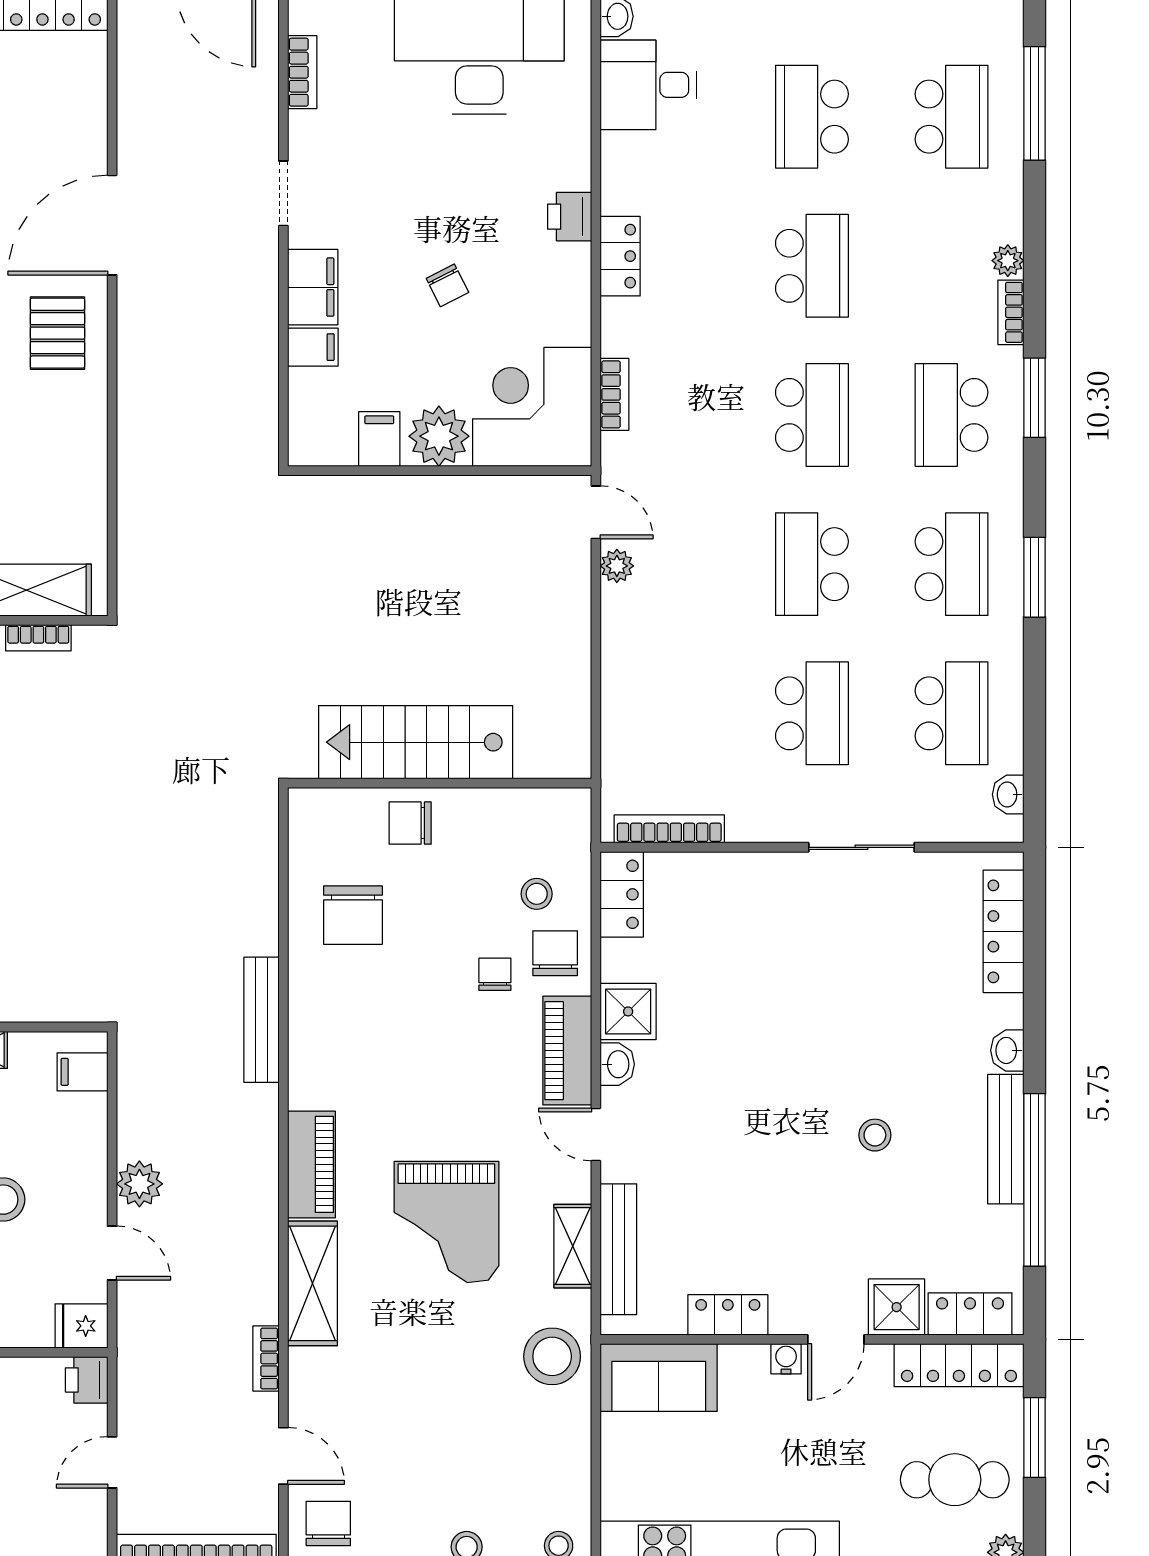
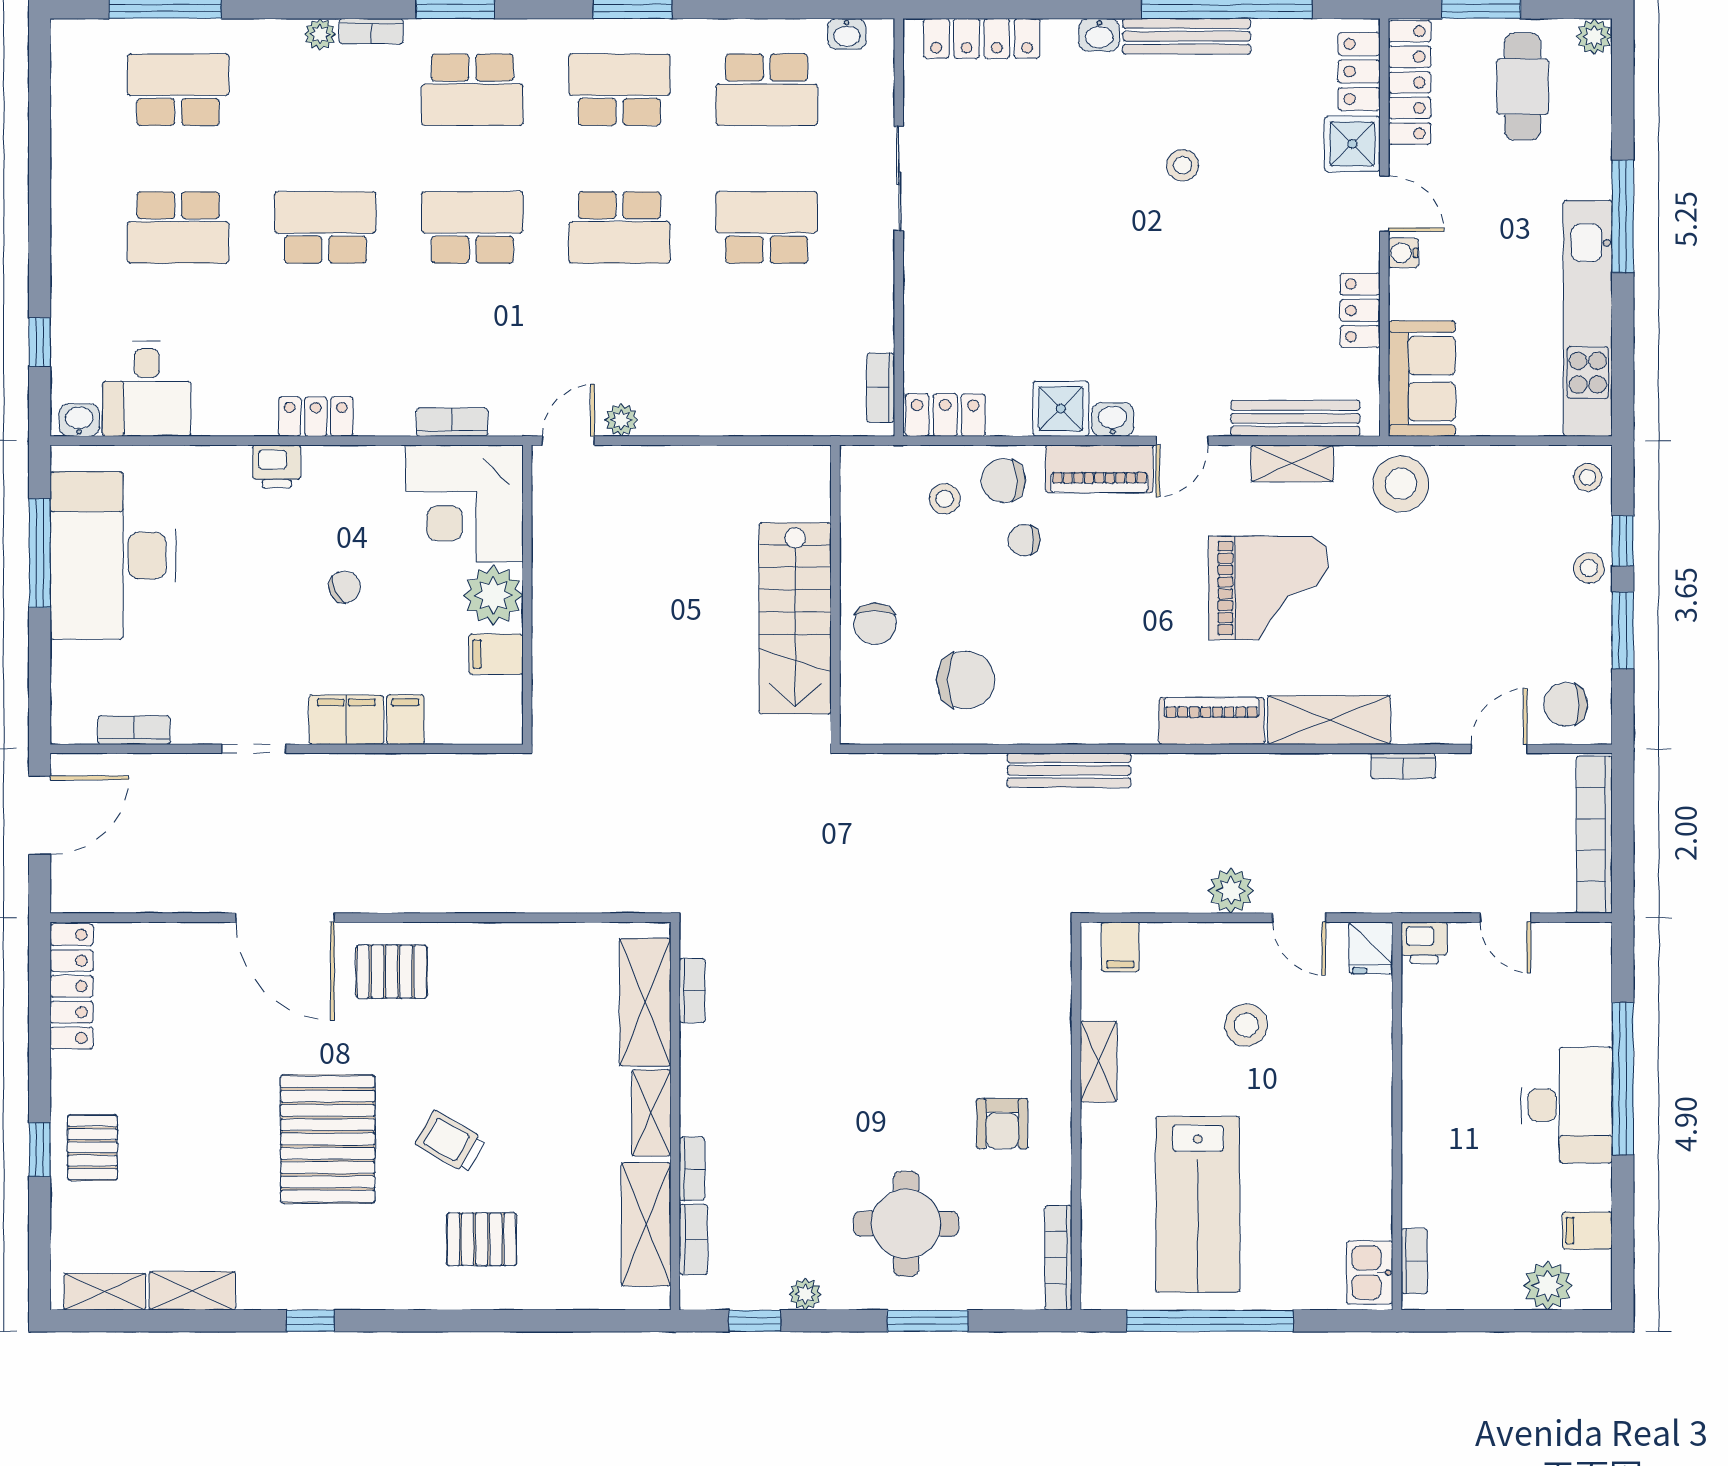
school desk: (952, 713) -> (767, 90), turned 180
bookcase: (669, 829) -> (881, 388), width x0.64
door: (112, 1253) -> (1299, 918), swing flipped

